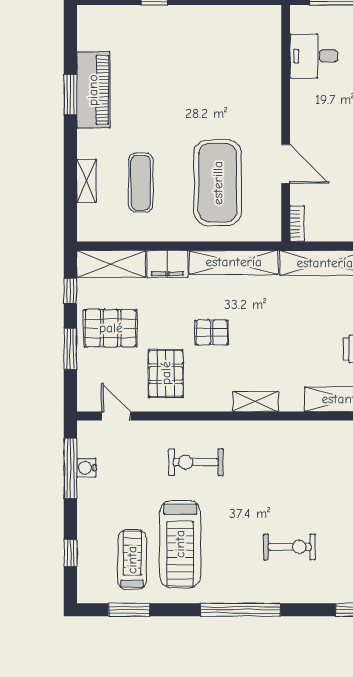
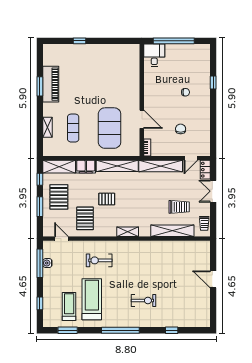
desk: (314, 56) -> (154, 55), moved, turned 90
pallet: (111, 328) -> (59, 197), turned 90
treadmill: (180, 544) -> (92, 299), turned 180

